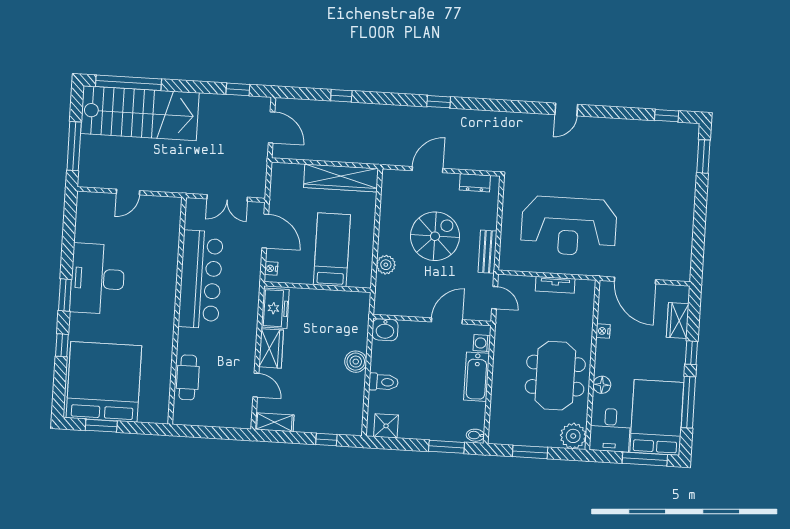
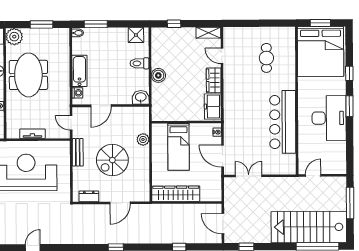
bar counter: (201, 279) -> (283, 122), moved
wall: (177, 311) -> (297, 101), moved

